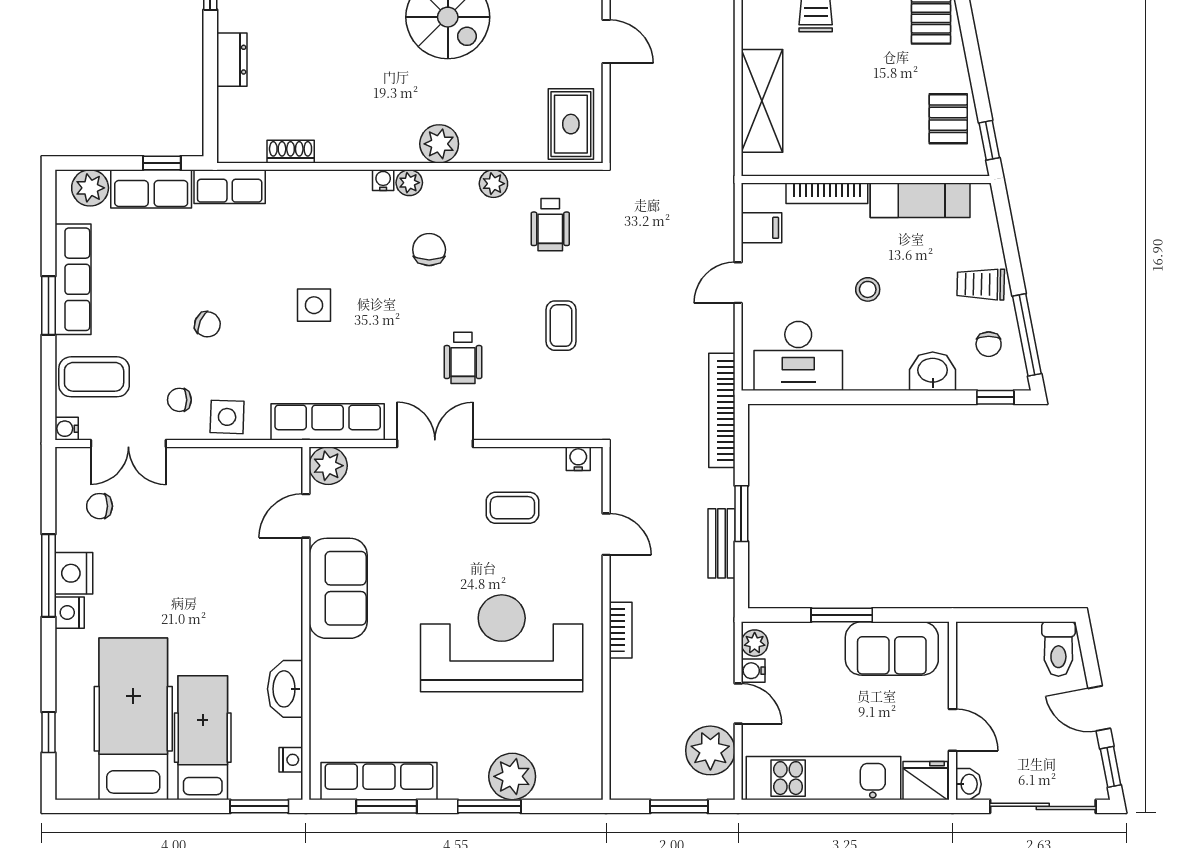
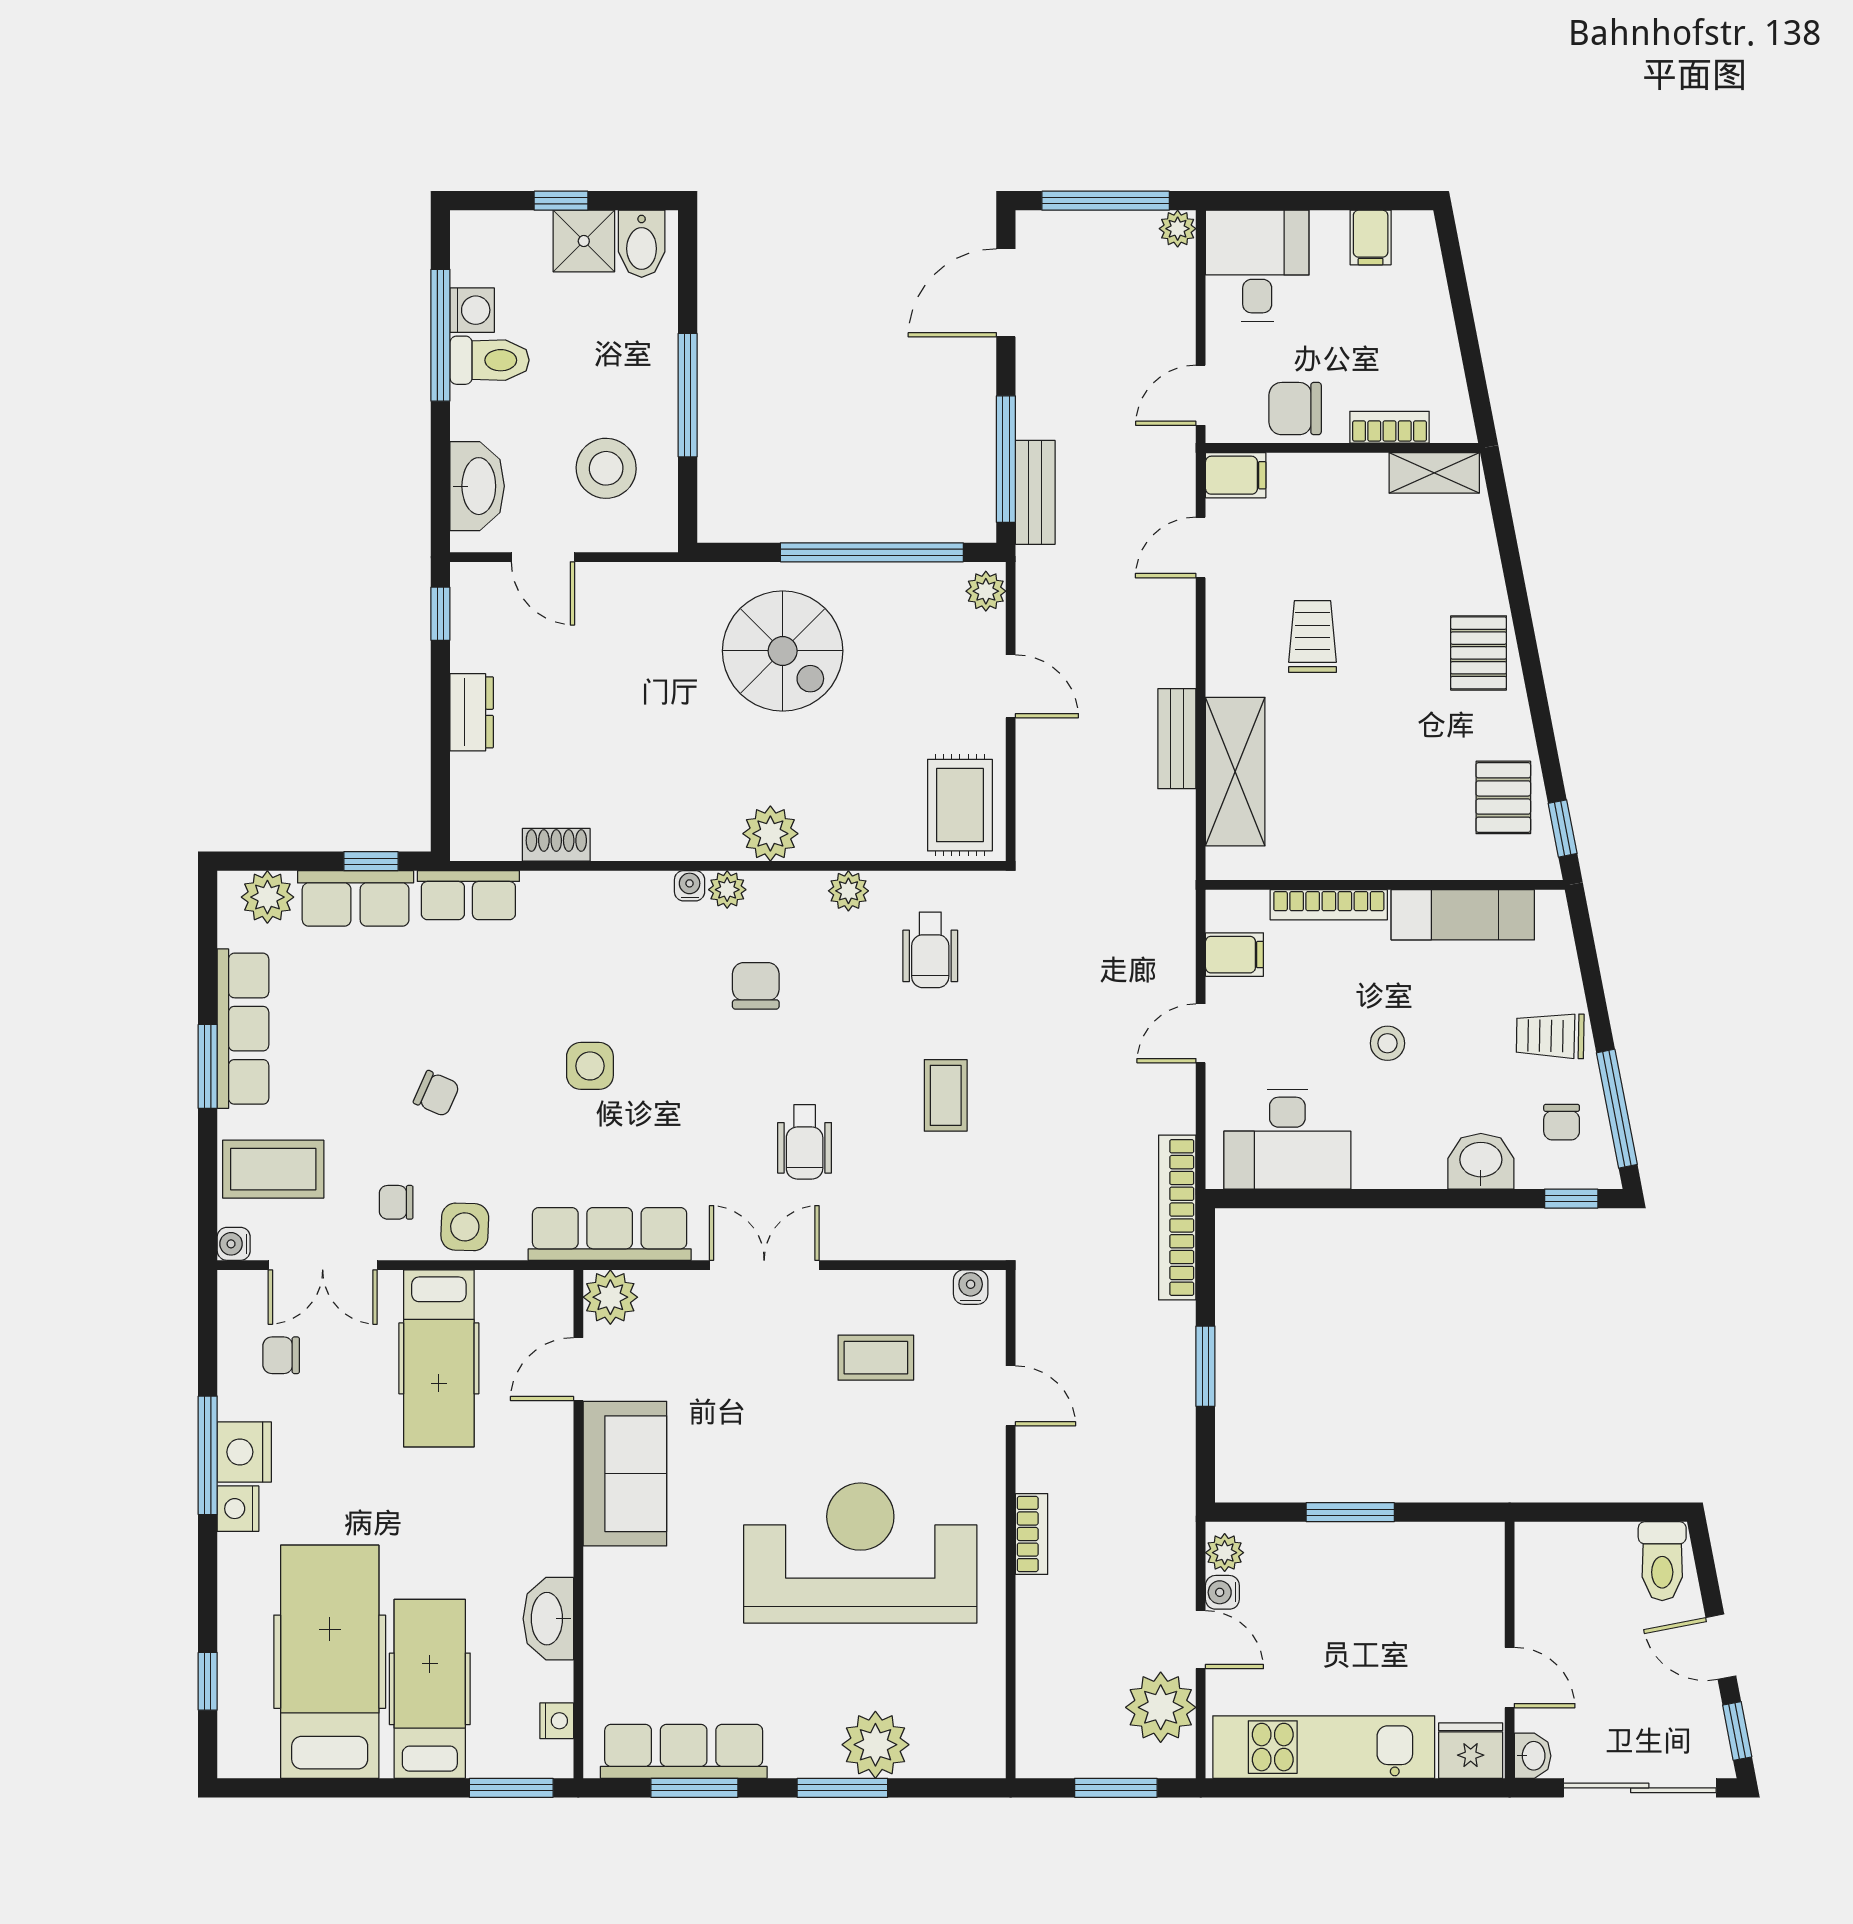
hospital bed: (209, 508) -> (439, 1358), added
bench: (721, 543) -> (1177, 739), moved
sofa: (892, 648) -> (1422, 1560), removed

